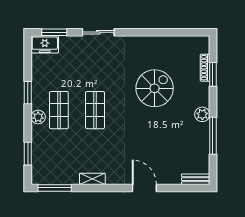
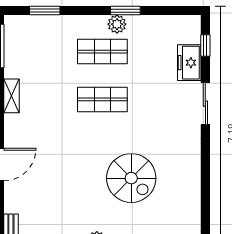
window: (54, 32) -> (205, 45), width x0.67
freezer: (45, 44) -> (189, 63), moved
plant: (38, 117) -> (117, 24), moved

